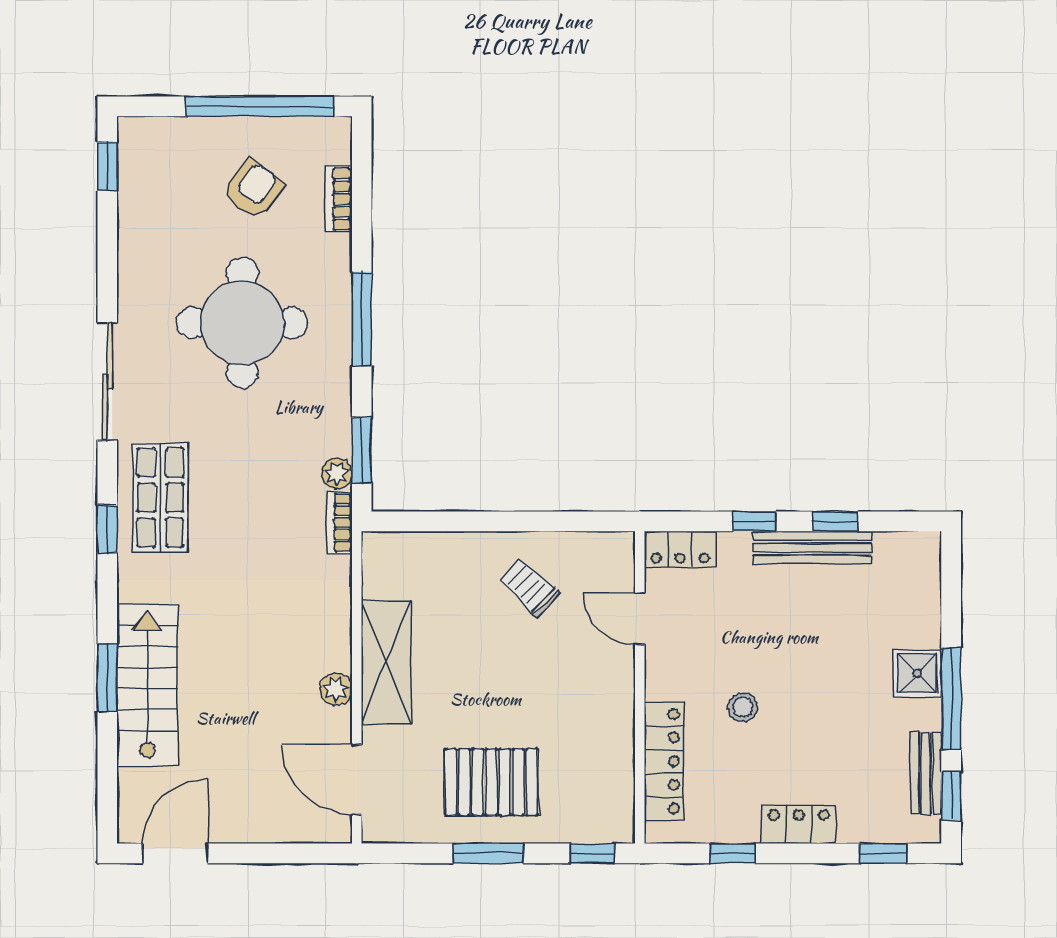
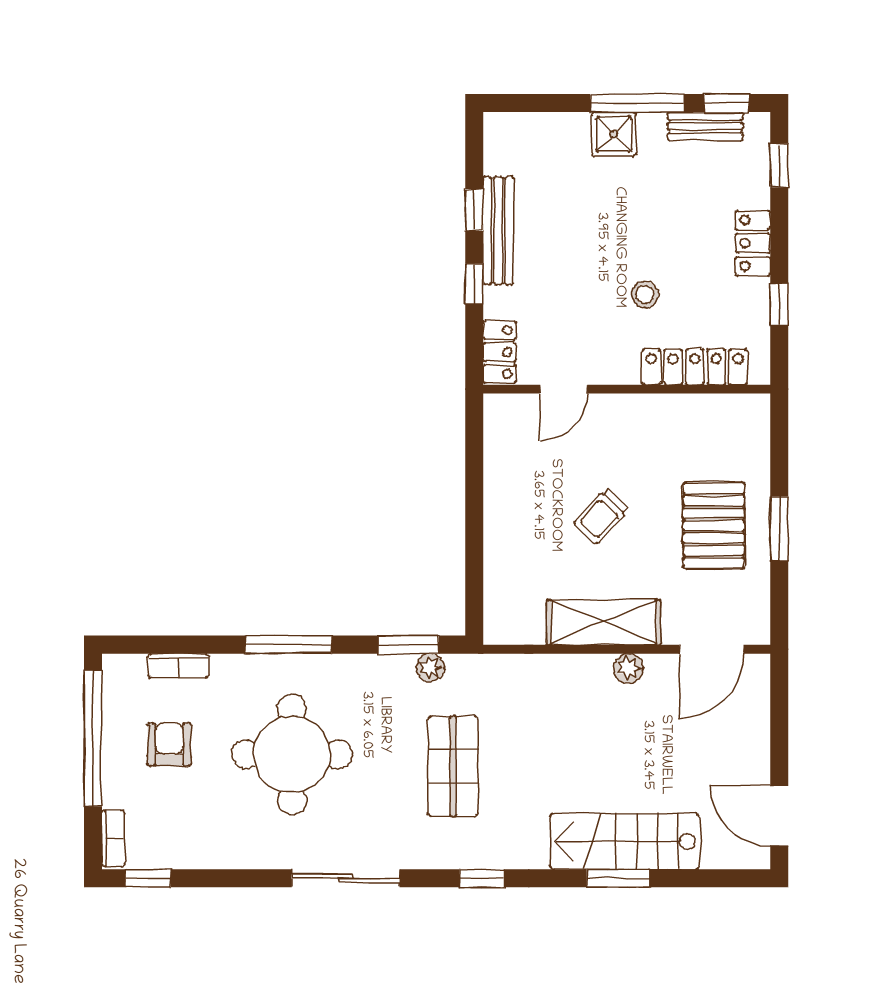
armchair: (253, 189) -> (169, 745), turned 52
shop shelf: (160, 498) -> (453, 766), moved, turned 90
bookcase: (340, 523) -> (113, 838), moved, turned -90
trolley: (529, 588) -> (602, 516), moved
window: (592, 853) -> (779, 433), removed

